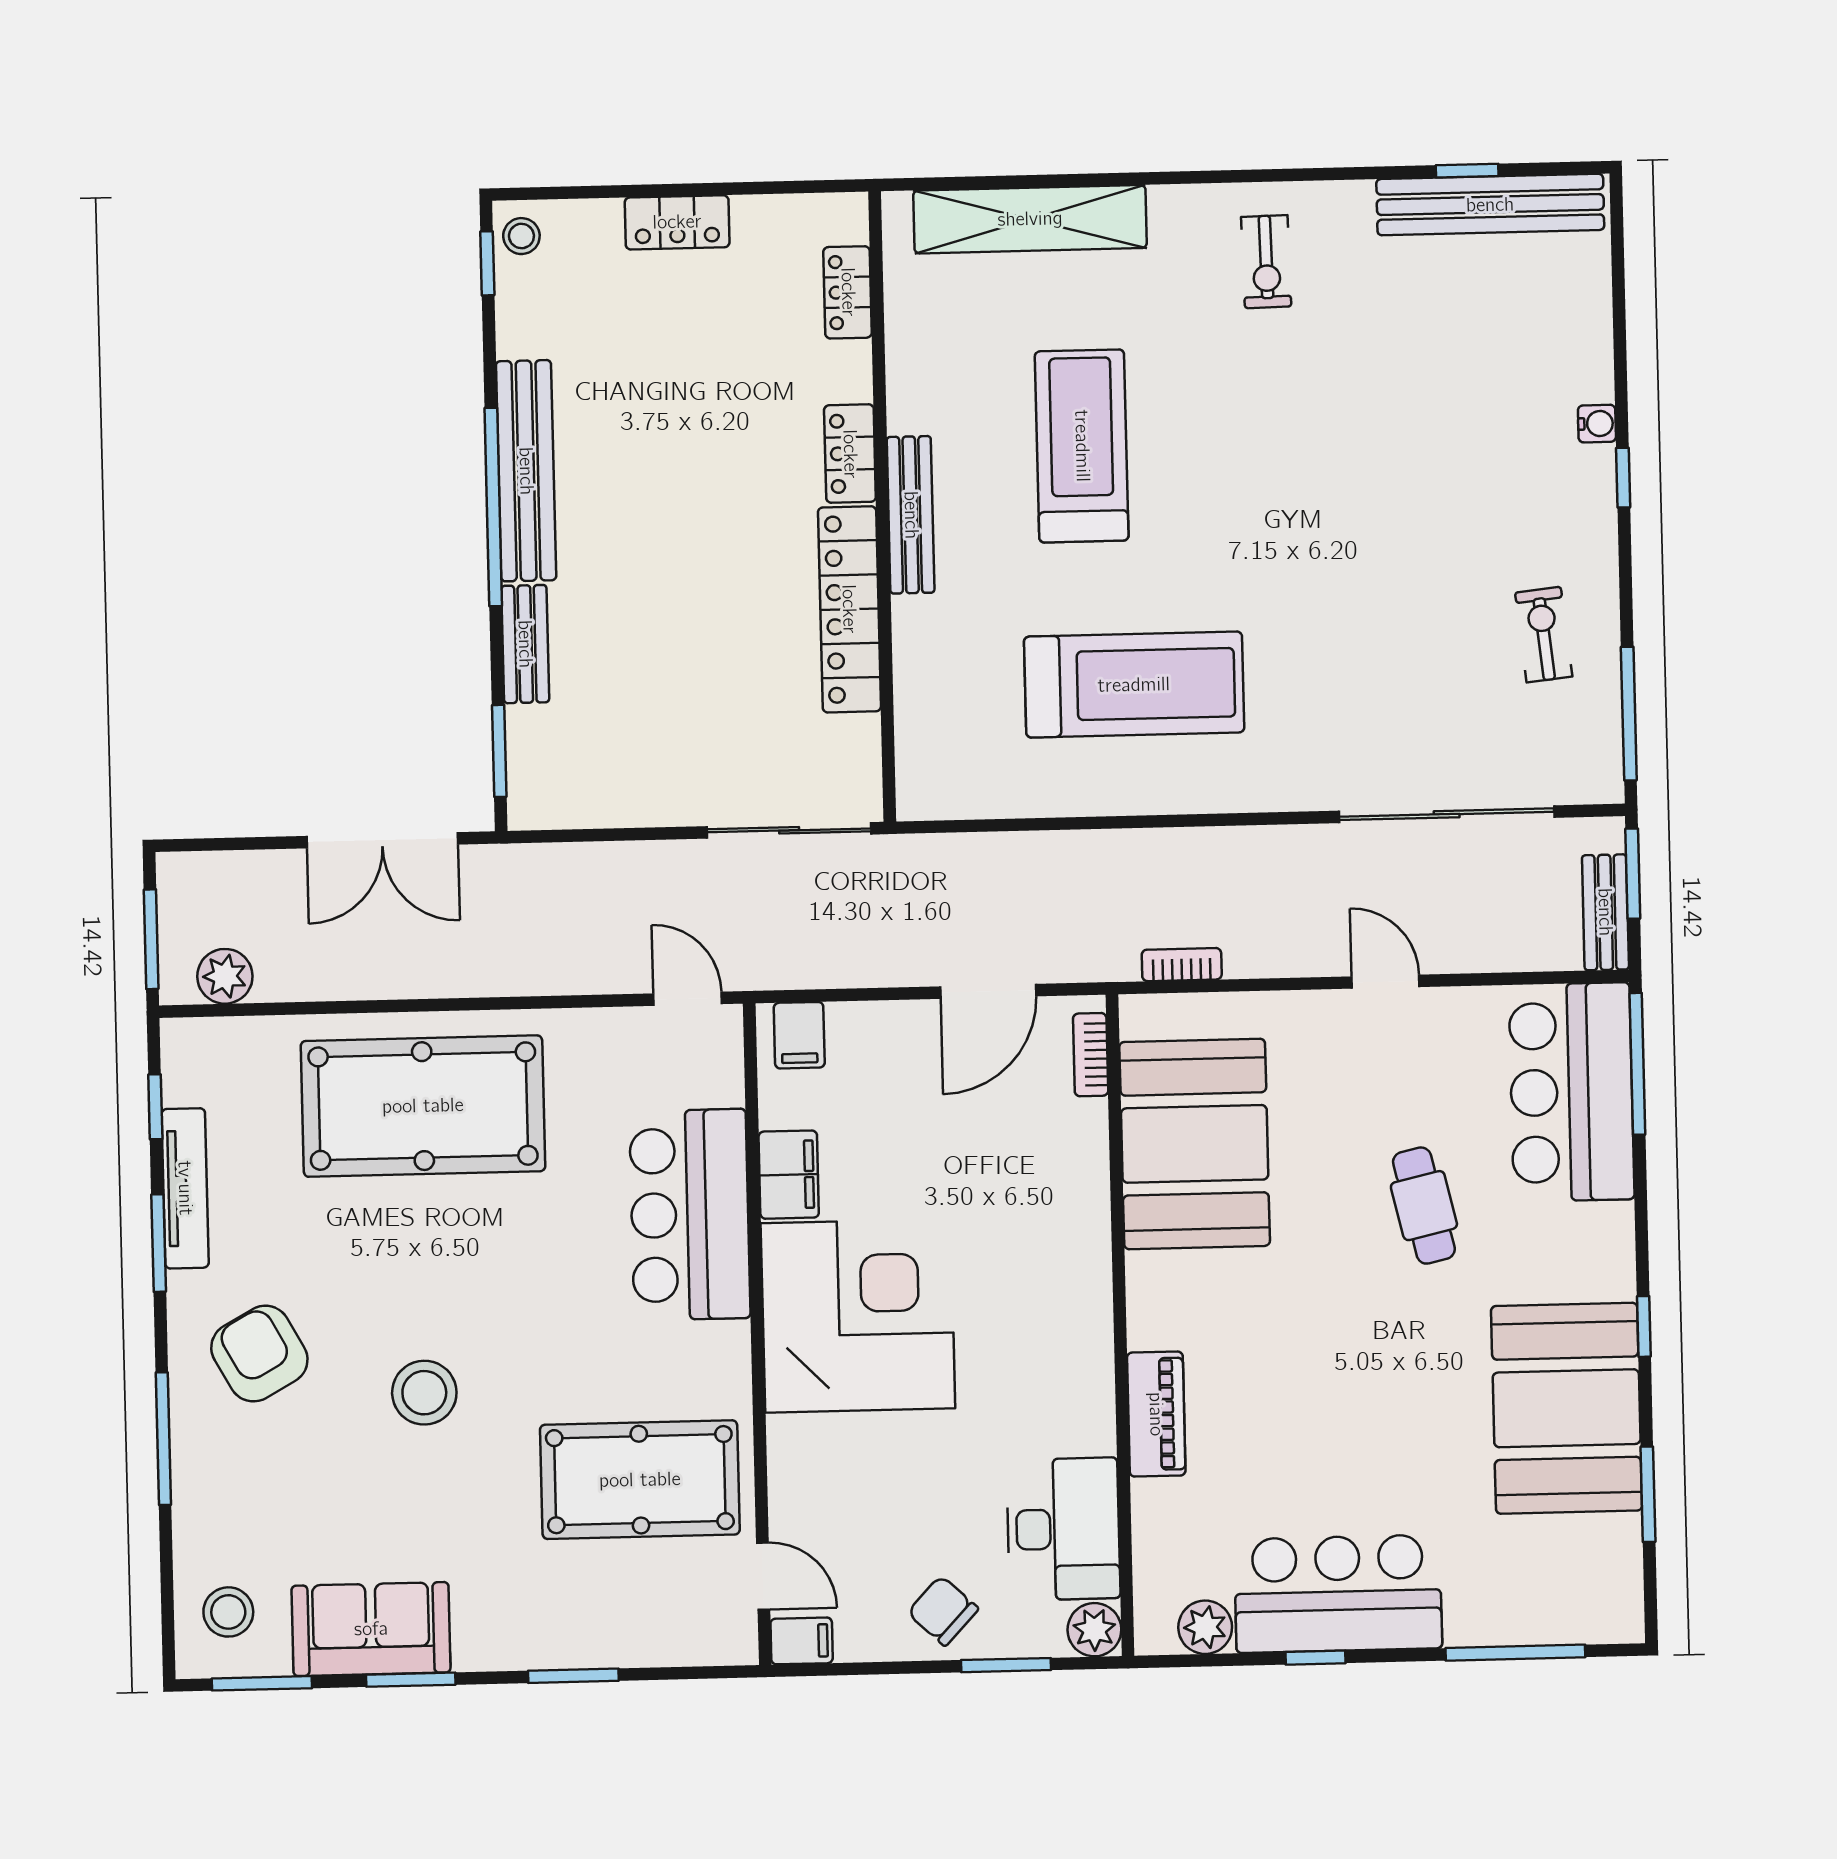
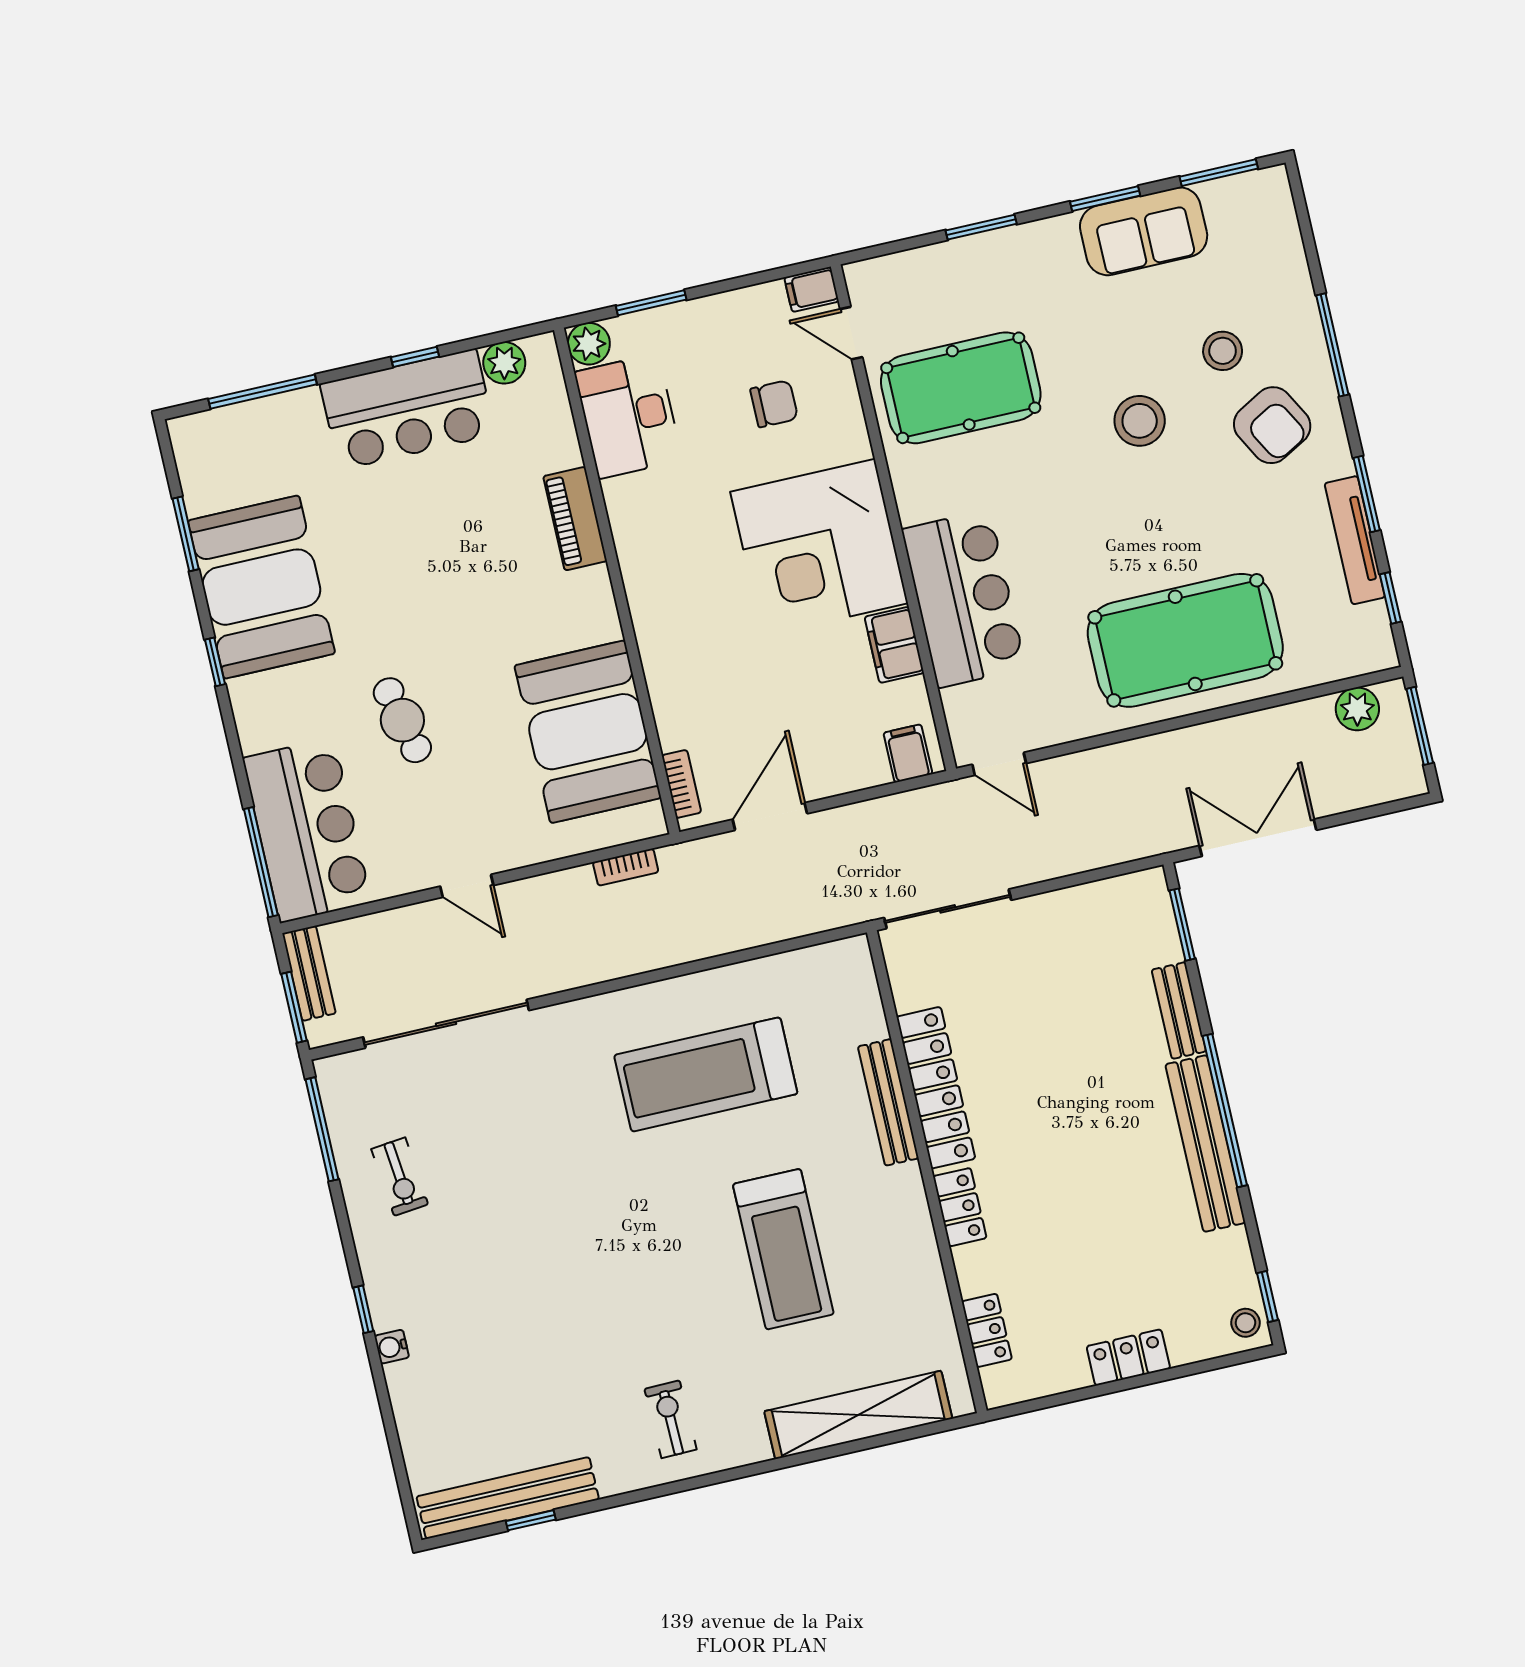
bench: (911, 515) -> (888, 1102), moved
chair: (943, 1611) -> (774, 404), moved, turned -43
stool: (228, 1612) -> (1223, 351), moved

